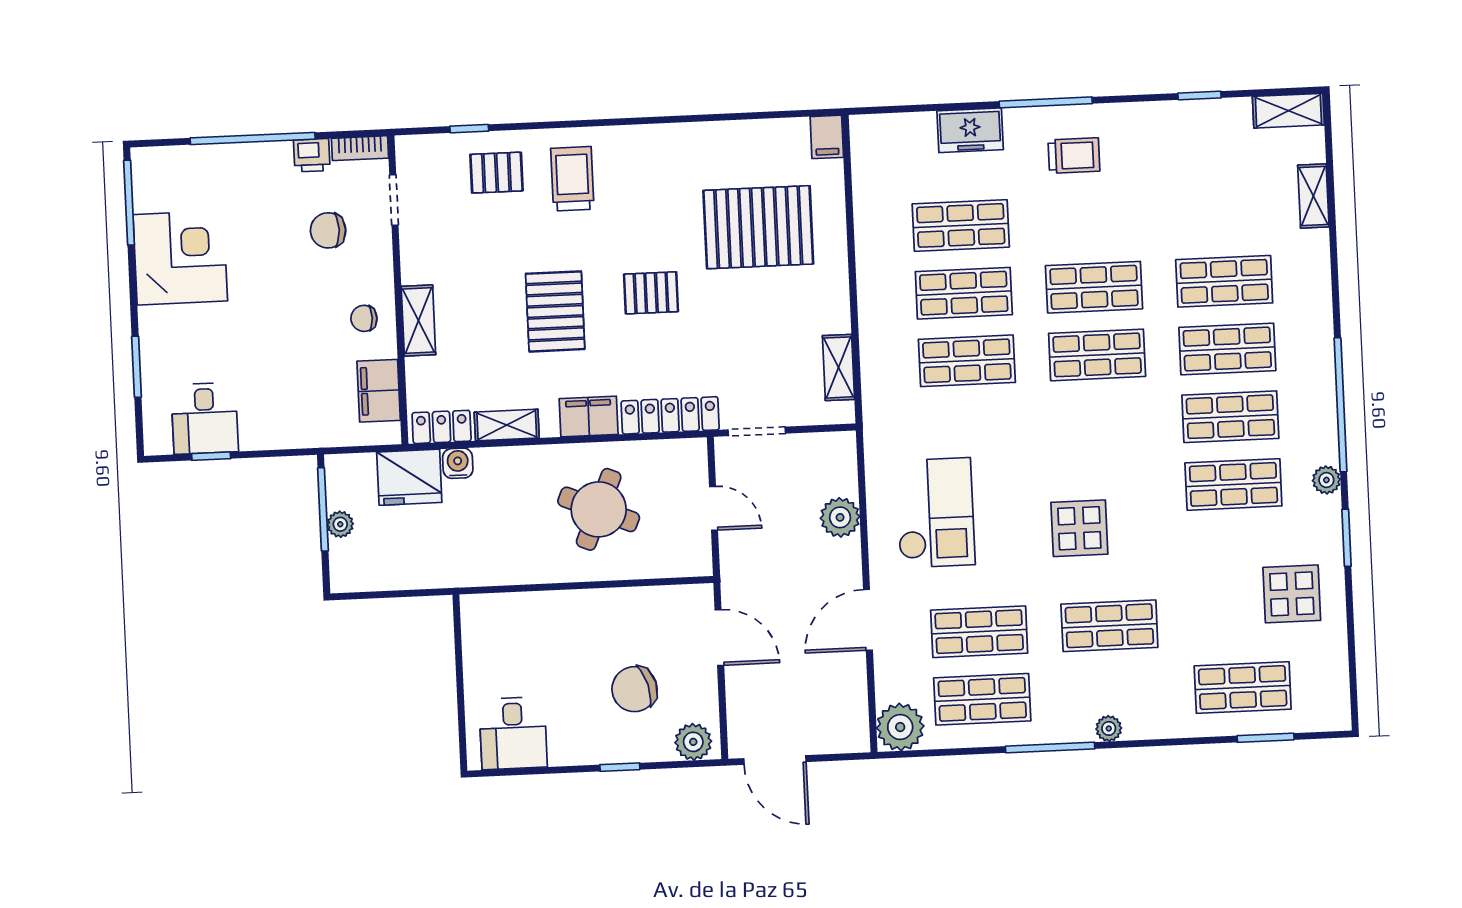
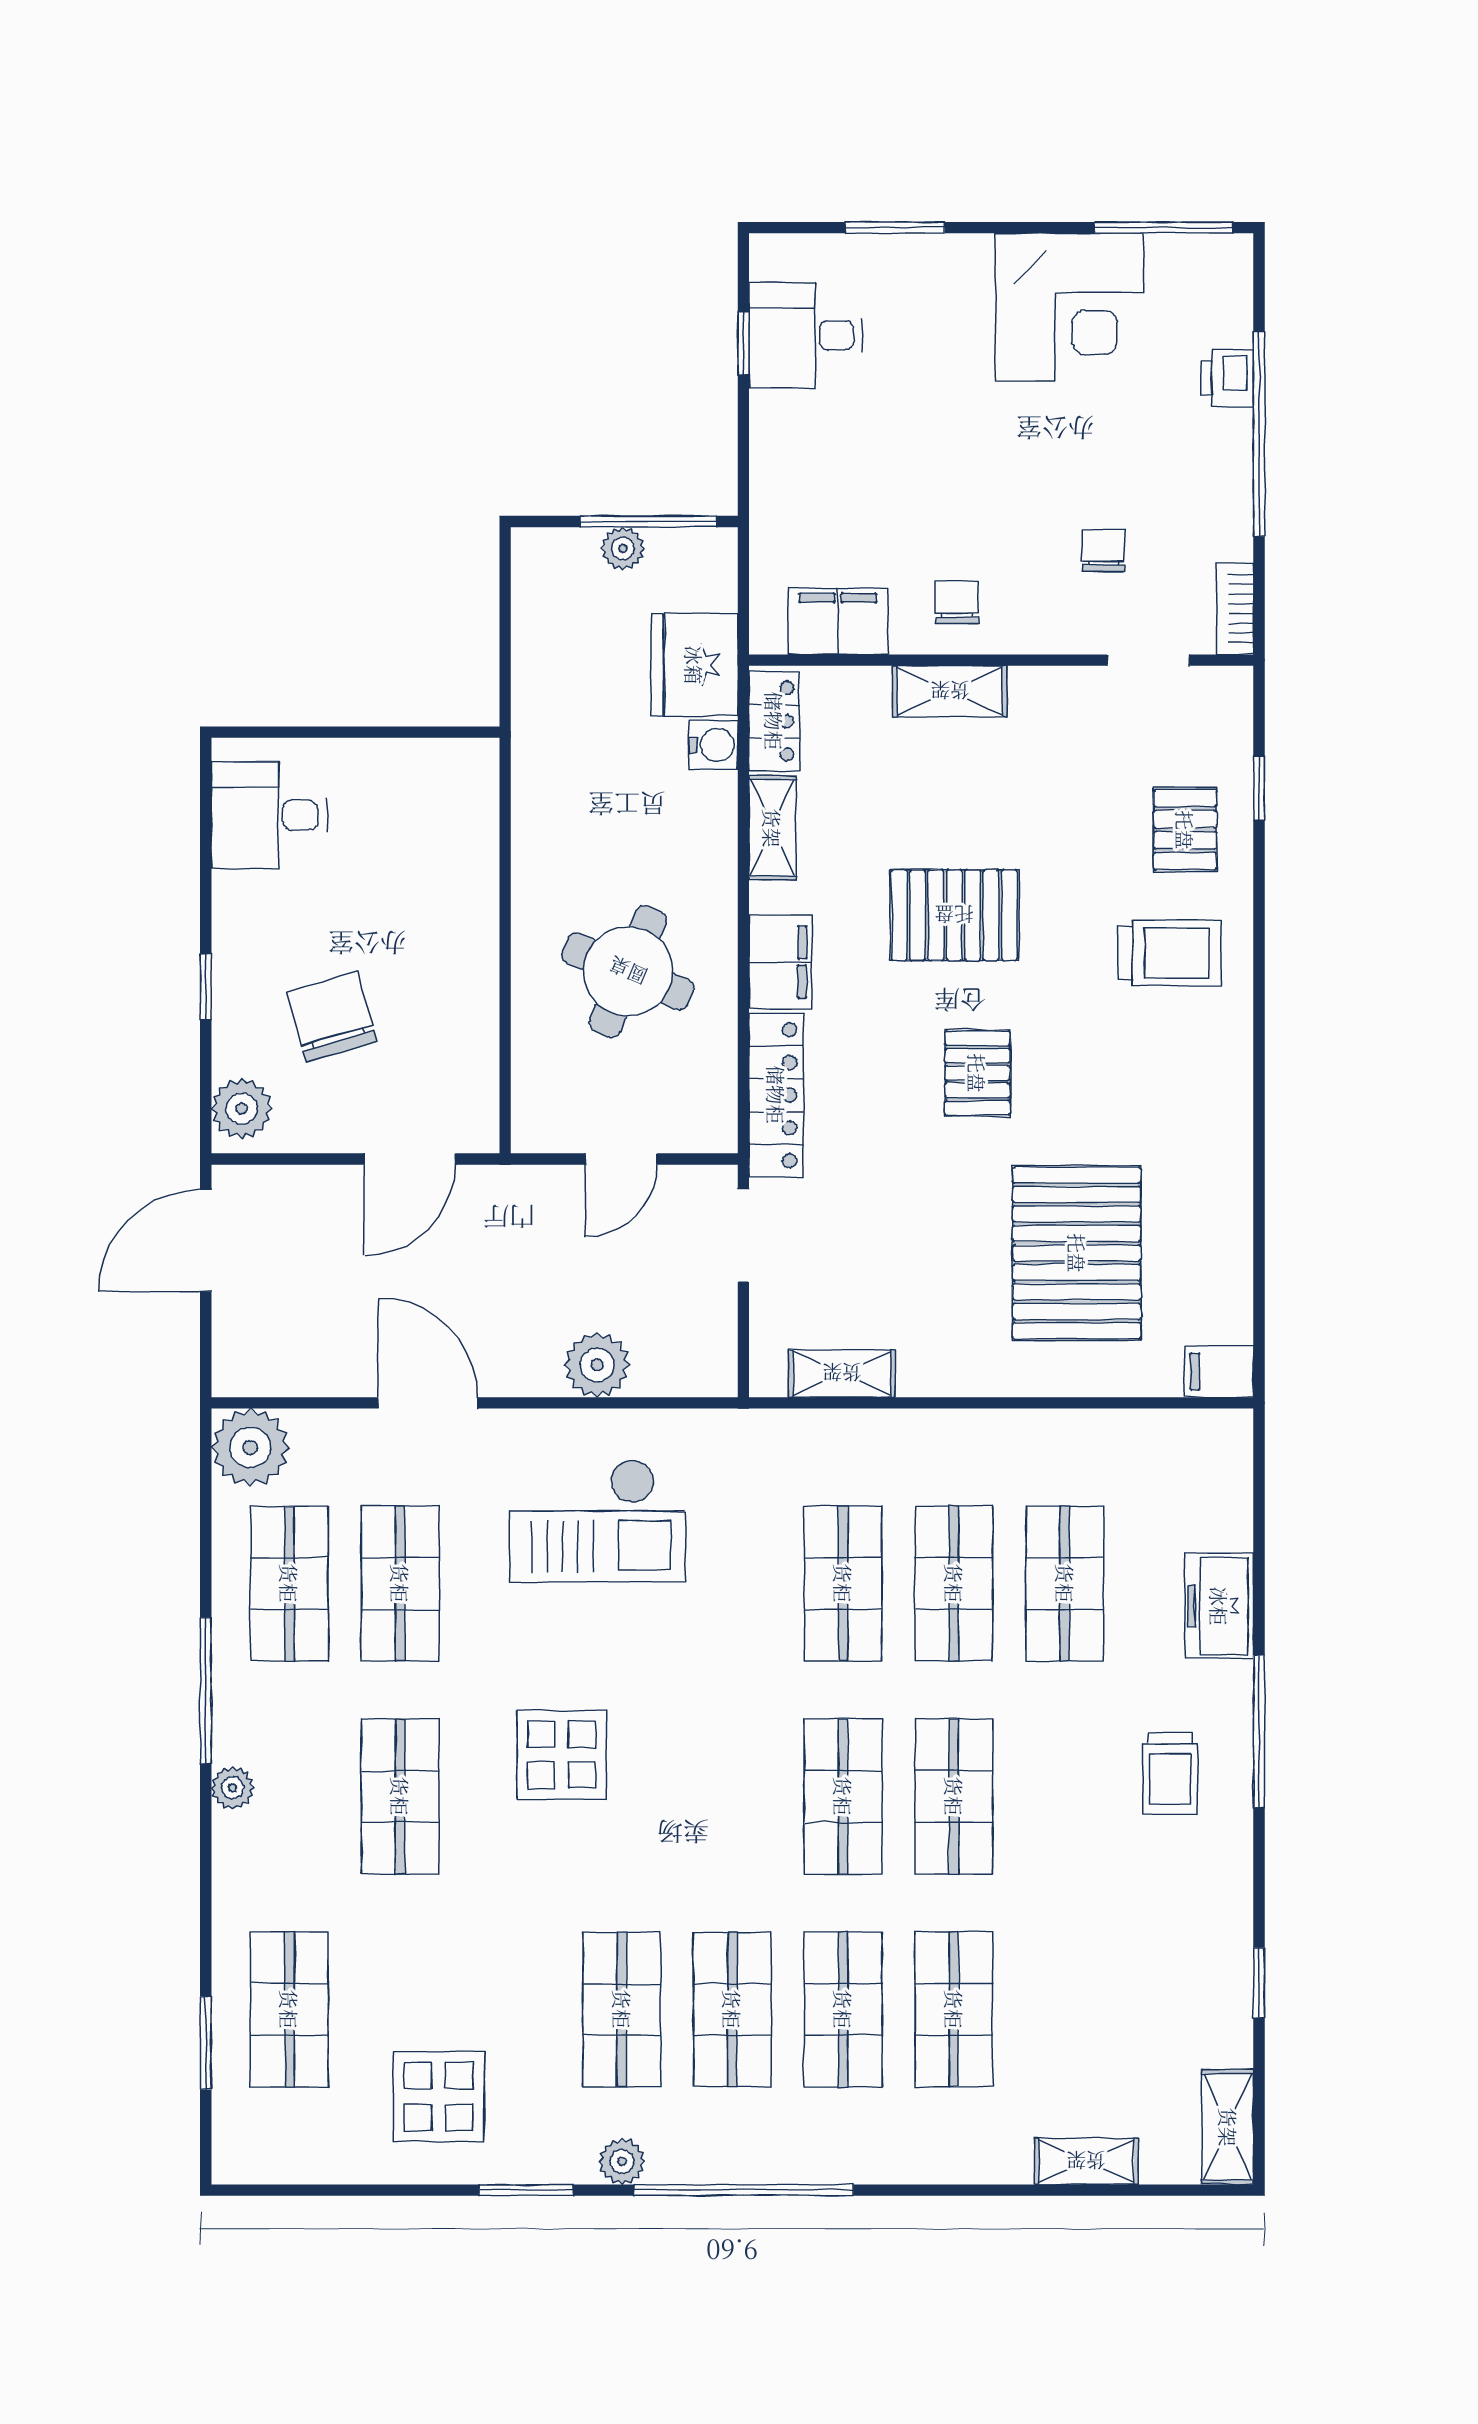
printer: (312, 155) -> (1227, 378), moved
chair: (328, 230) -> (1103, 550), width x0.73, depth x0.73

